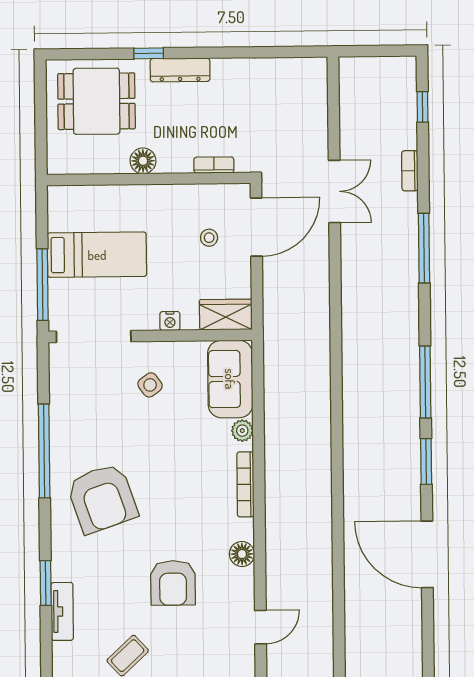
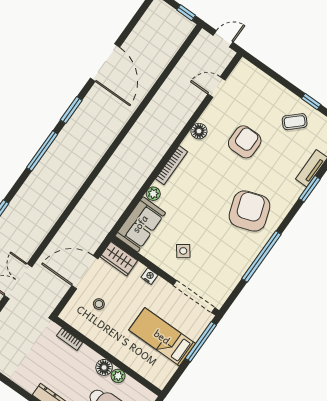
plant: (117, 163) -> (118, 376), added
door: (256, 227) -> (85, 272), moved

